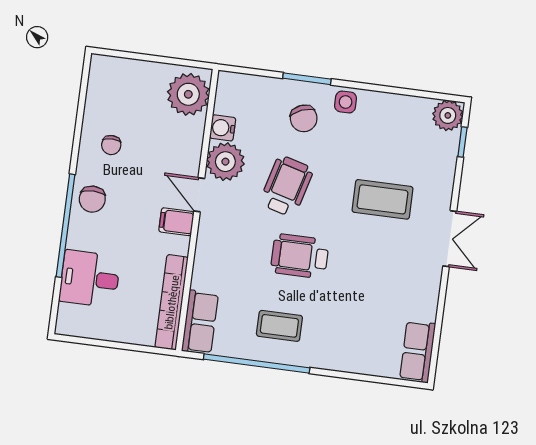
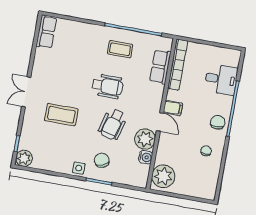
row of seats: (200, 322) -> (160, 67), moved

